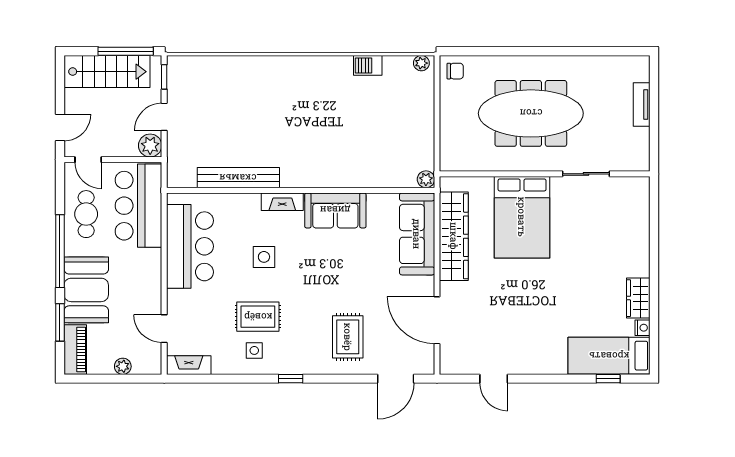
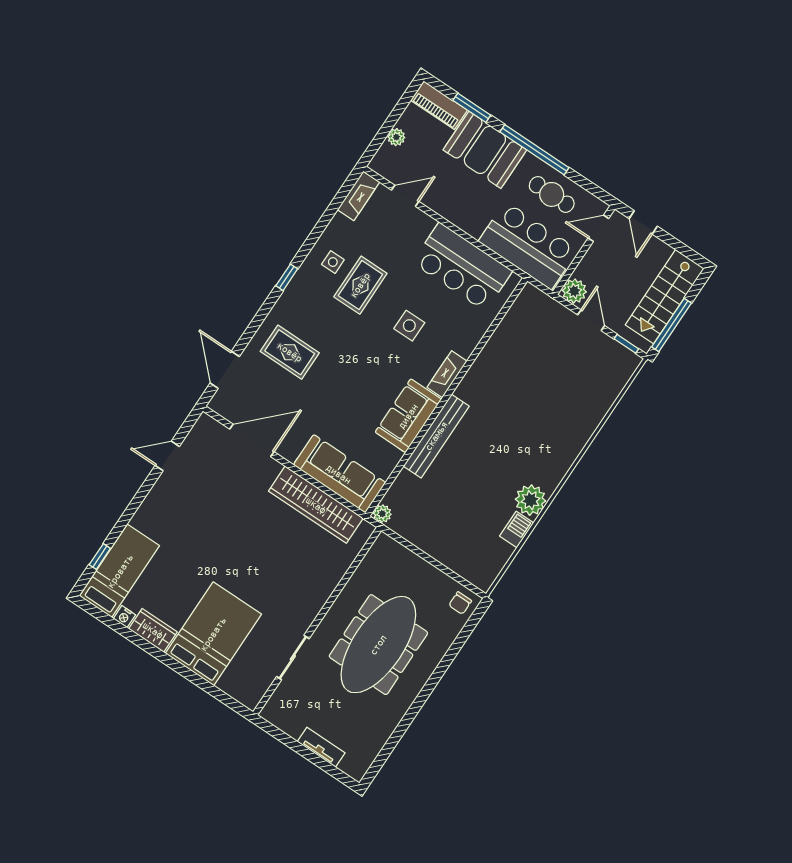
plant: (421, 63) -> (531, 500), moved, width x1.88, depth x1.88
bench: (238, 178) -> (436, 436), moved
bed: (522, 217) -> (213, 634), moved, turned 90

